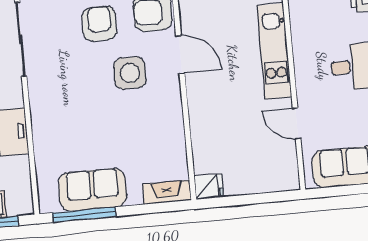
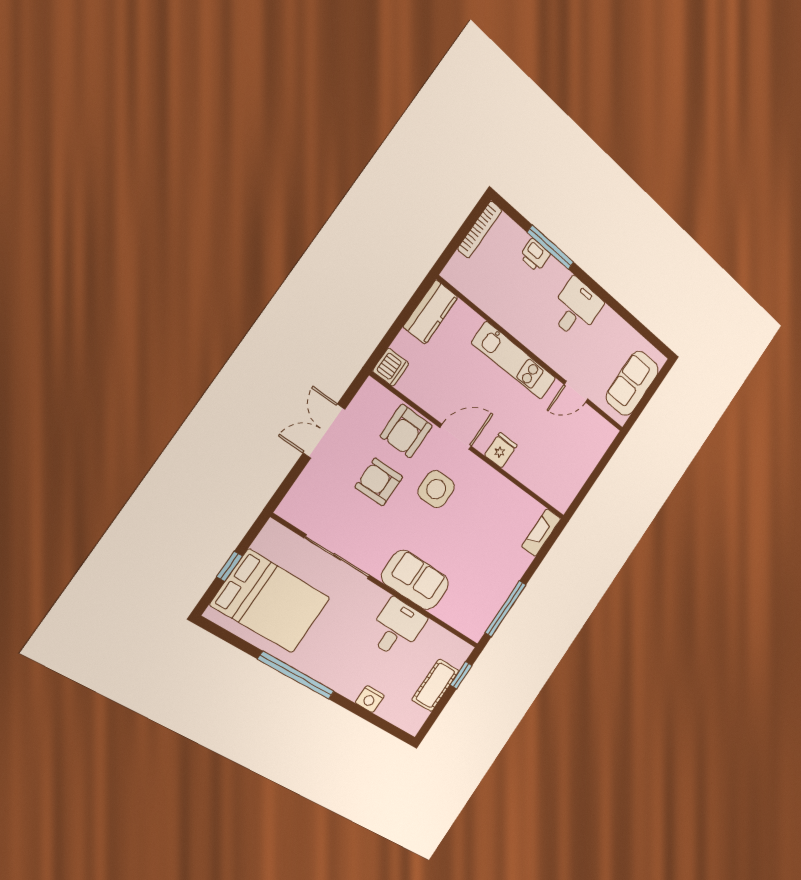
fridge: (209, 187) -> (501, 450), moved
sofa: (93, 190) -> (415, 580), moved, turned 90

